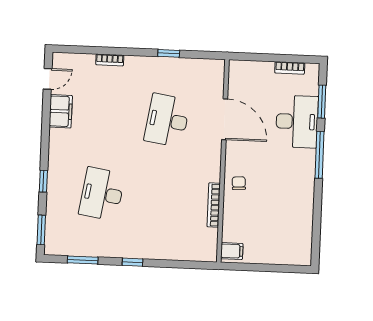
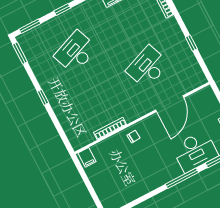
desk: (167, 120) -> (148, 67), turned -30
desk: (102, 194) -> (76, 52), turned -30
window: (83, 260) -> (20, 53), moved

